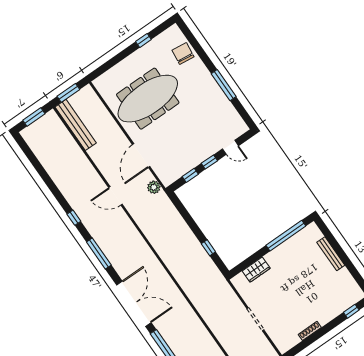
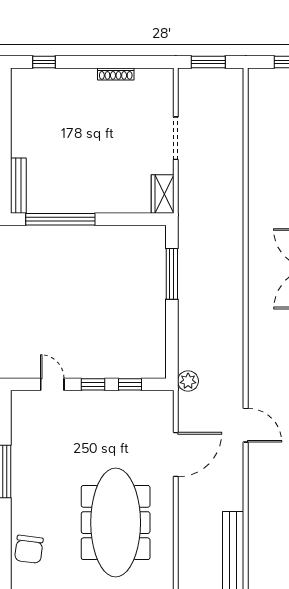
meeting table: (148, 99) -> (116, 523), turned 90
plant: (154, 187) -> (188, 381), moved
window: (208, 248) -> (172, 274), width x2.17
bench: (331, 254) -> (18, 186), moved
wardrobe: (256, 270) -> (163, 194), moved, turned -90

